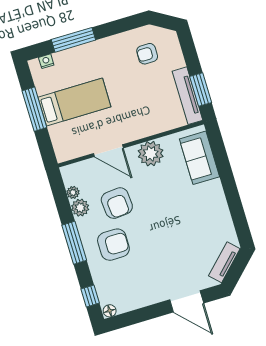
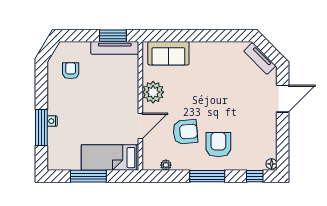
armchair: (147, 54) -> (71, 71), turned 180
nightstand: (46, 61) -> (52, 121), moved
bed: (74, 102) -> (110, 158), moved, turned -90
plant: (80, 208) -> (180, 163), removed

